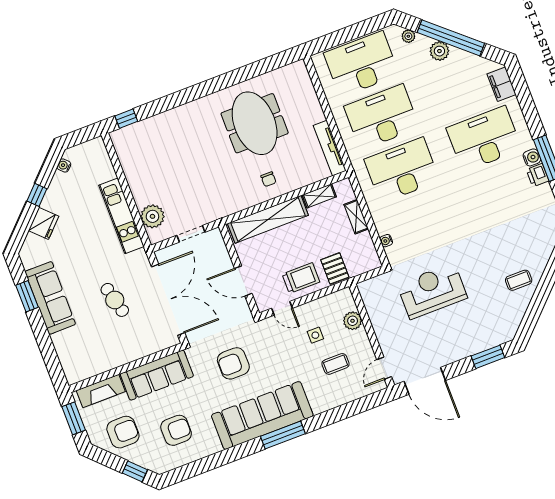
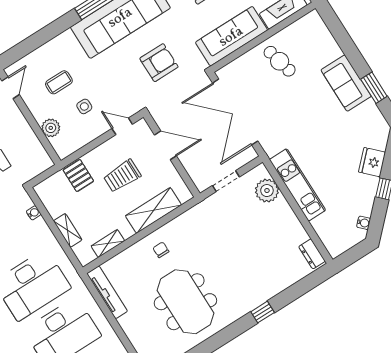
window: (126, 119) -> (263, 312), moved
dresser: (121, 145) -> (312, 254), added
shelving: (268, 219) -> (153, 210), width x0.68
trolley: (301, 278) -> (122, 176), moved
sofa: (50, 298) -> (346, 83), width x0.73
cafe table: (115, 300) -> (280, 61), moved

